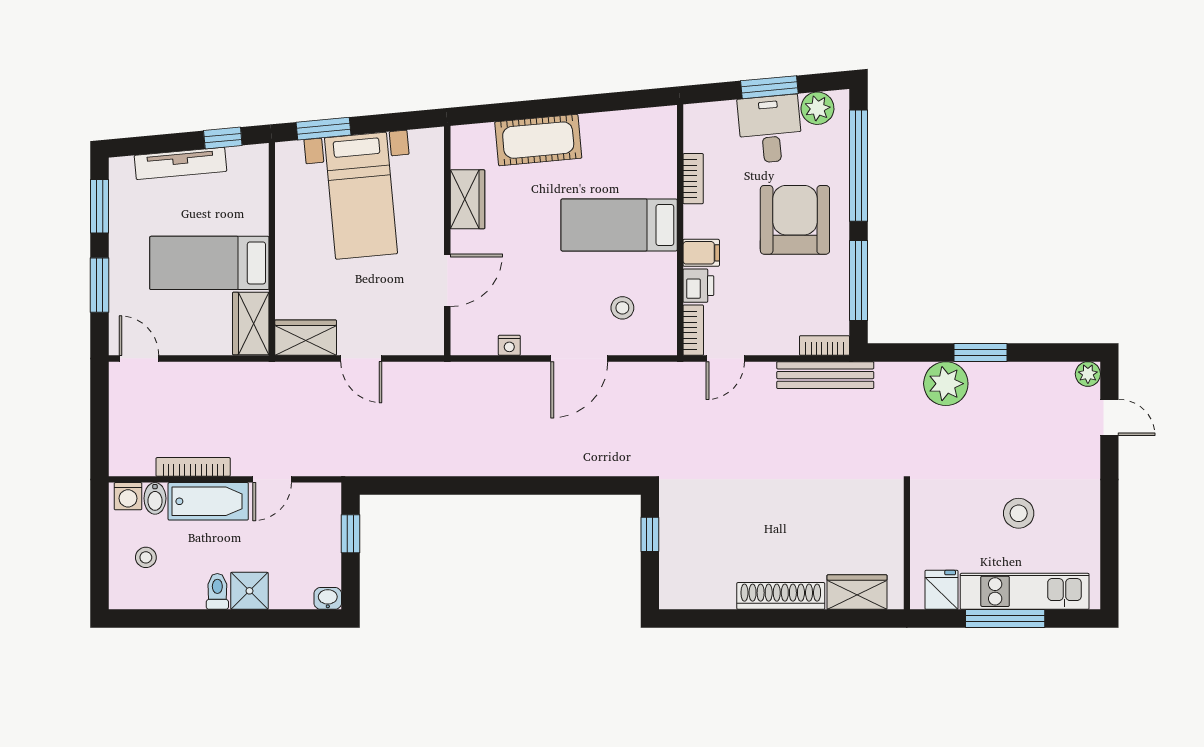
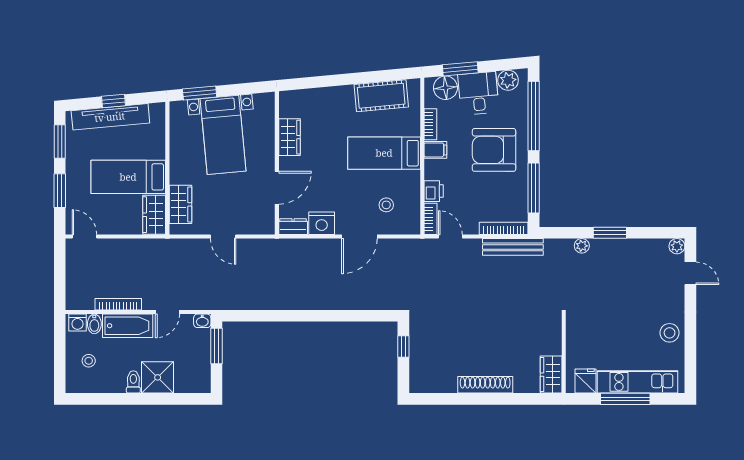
window: (769, 87) -> (460, 69), moved
floor lamp: (717, 120) -> (445, 88), added
window: (223, 138) -> (113, 101), moved
cot: (538, 140) -> (381, 96), moved
tv unit: (180, 163) -> (110, 117), width x1.36, depth x1.29
armchair: (795, 220) -> (494, 150), turned -90
filing cabinet: (701, 253) -> (435, 150), moved
wardrobe: (306, 338) -> (180, 204), moved, turned 90
dresser: (473, 343) -> (293, 227), added
nightstand: (509, 345) -> (322, 223), width x1.89, depth x1.79
bookcase: (824, 346) -> (504, 228), width x1.56
door: (725, 358) -> (450, 237), swing flipped
plant: (946, 384) -> (582, 246), width x0.53, depth x0.53
stool: (1019, 513) -> (670, 333), moved
window: (351, 534) -> (216, 346), width x1.50
shower: (249, 591) -> (158, 377), width x1.36, depth x1.36
wardrobe: (857, 592) -> (551, 375), moved, turned -90
washbasin: (328, 598) -> (202, 321), moved, turned 180

